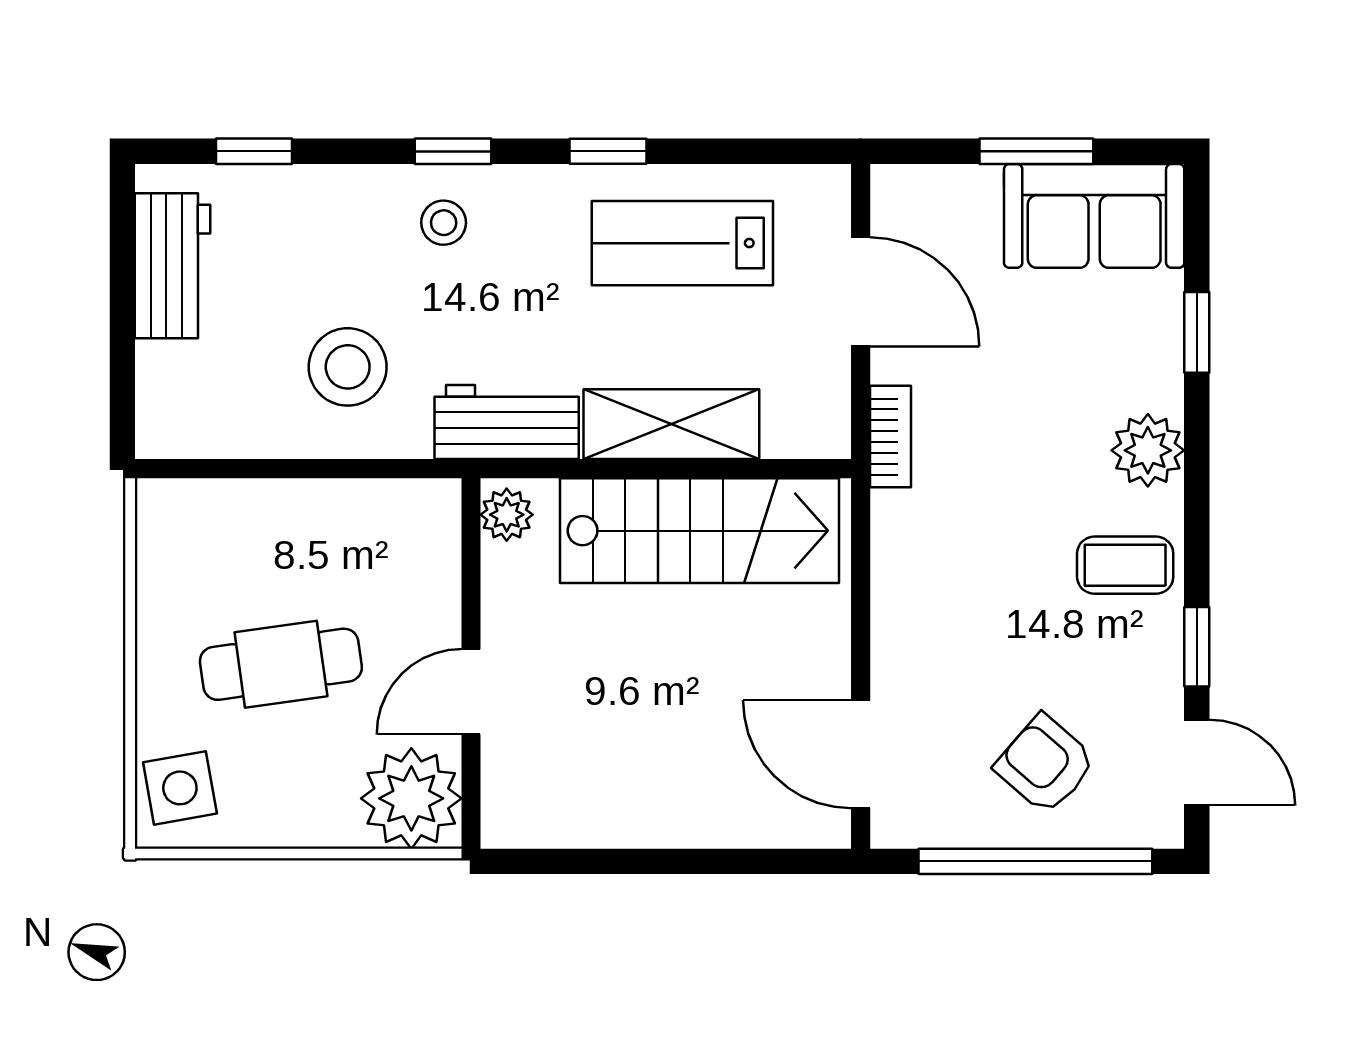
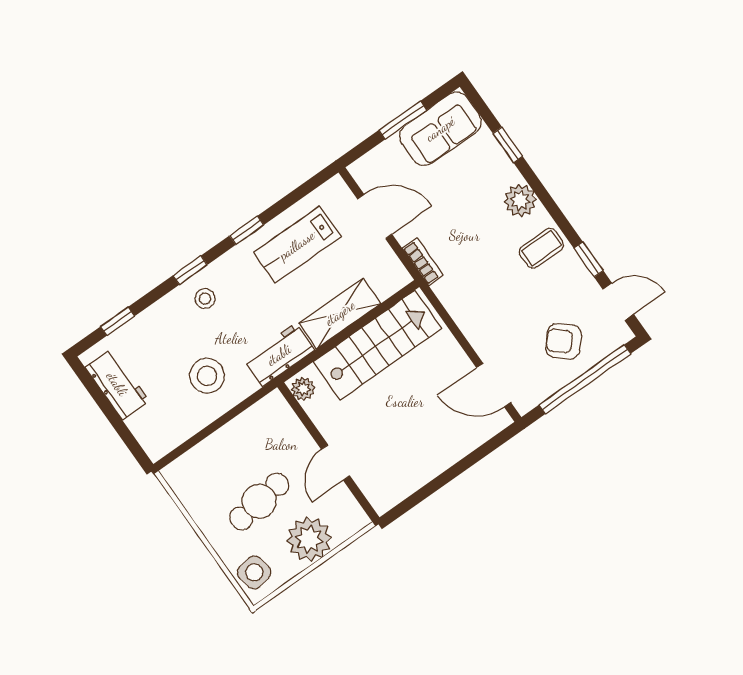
plant: (411, 798) -> (309, 539), moved

